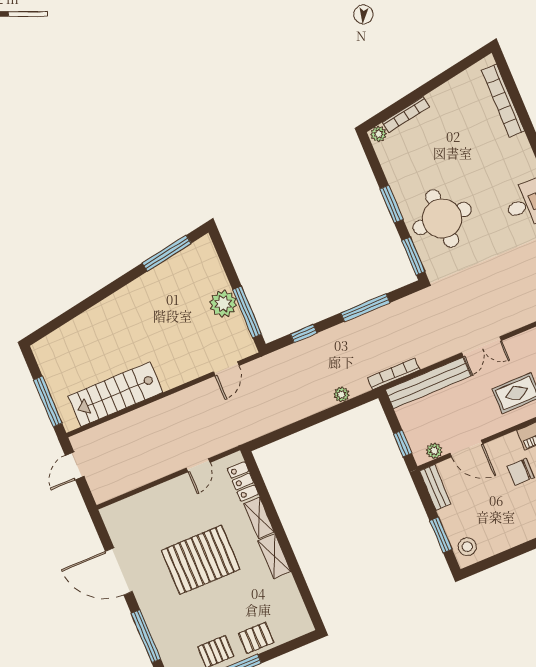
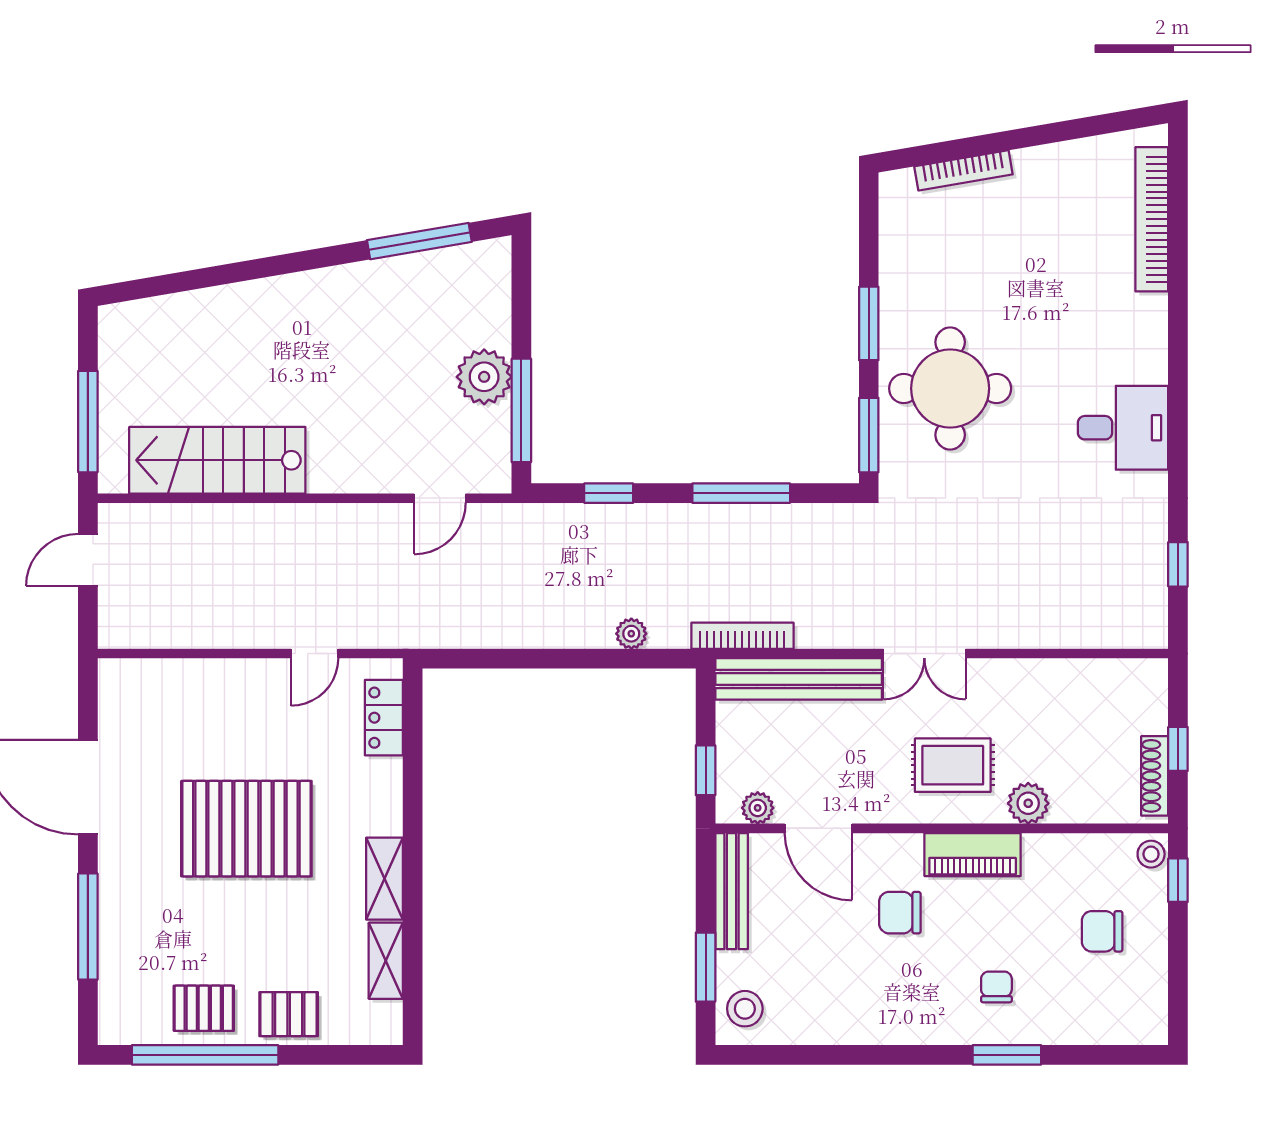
plant: (378, 134) -> (898, 185), removed
bench: (435, 487) -> (732, 891), width x1.36
shelving: (259, 518) -> (386, 961), moved

